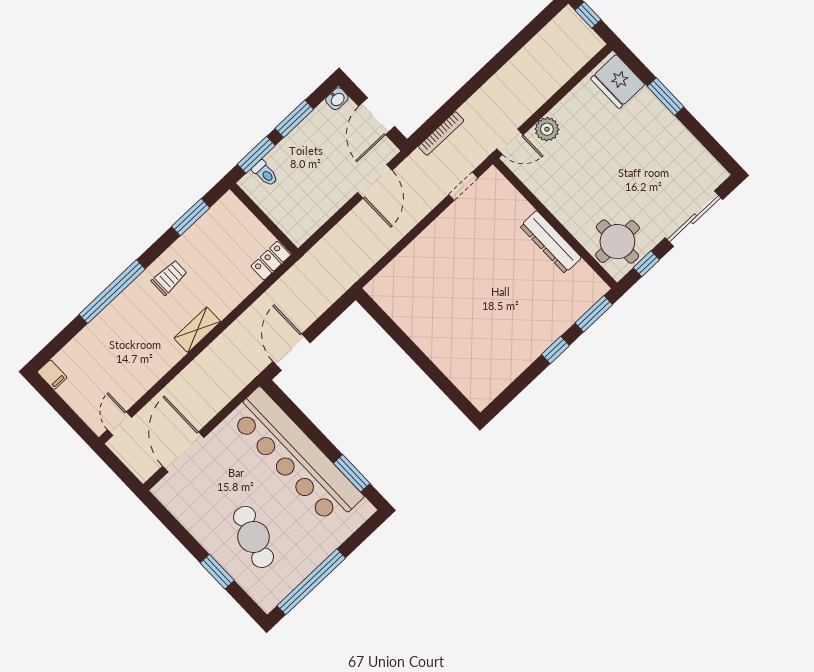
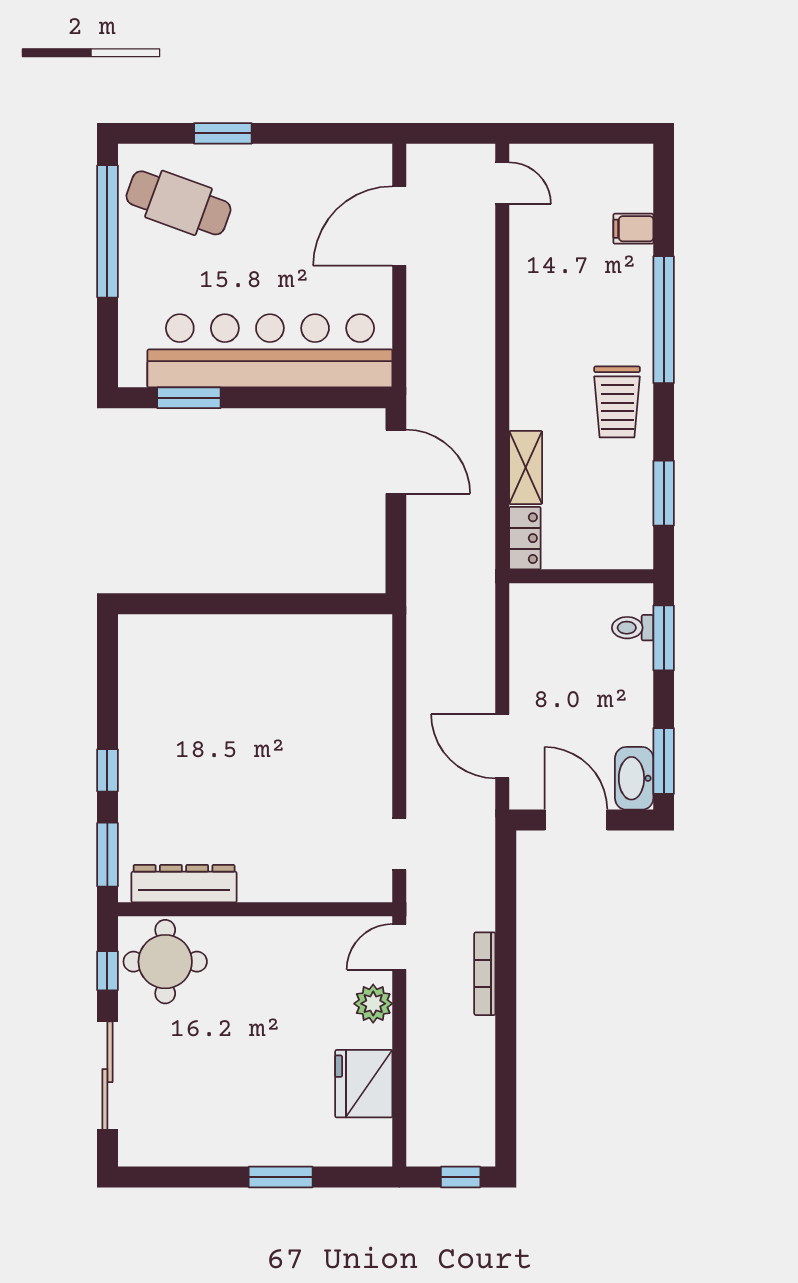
fridge: (618, 81) -> (364, 1084), moved, turned -90
washbasin: (337, 99) -> (634, 778), width x1.91, depth x1.45
window: (294, 119) -> (664, 761), moved
bookcase: (441, 133) -> (485, 974), moved
dresser: (551, 242) -> (184, 884), moved
trolley: (169, 277) -> (617, 402), width x1.36, depth x1.39
shelving: (197, 330) -> (526, 467), moved
filing cabinet: (52, 375) -> (633, 229), moved
door: (183, 452) -> (399, 226), swing flipped
cafe table: (254, 537) -> (179, 203), moved

